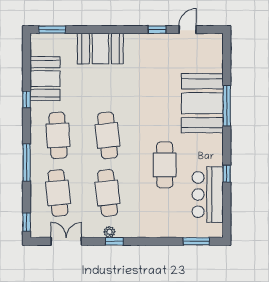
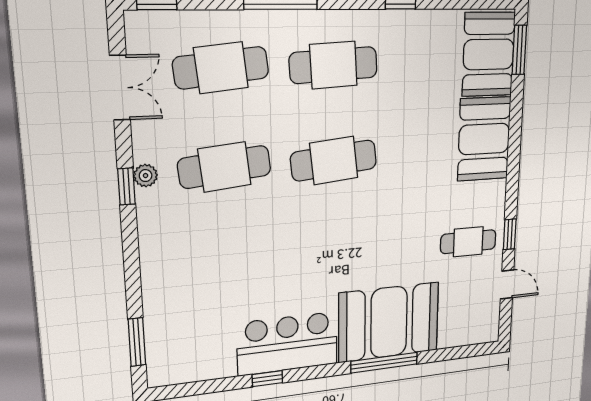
booth: (45, 79) -> (489, 54), moved, turned 90
cafe table: (165, 165) -> (468, 242), moved, width x0.73, depth x0.74
bar counter: (208, 195) -> (288, 344), moved

